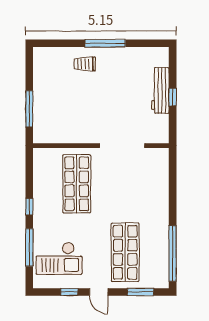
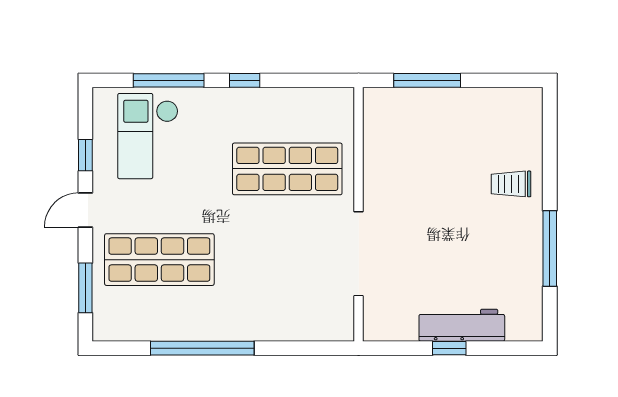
window: (105, 43) -> (550, 249), moved
trolley: (85, 64) -> (511, 184), turned -90
window: (173, 254) -> (202, 348), moved

